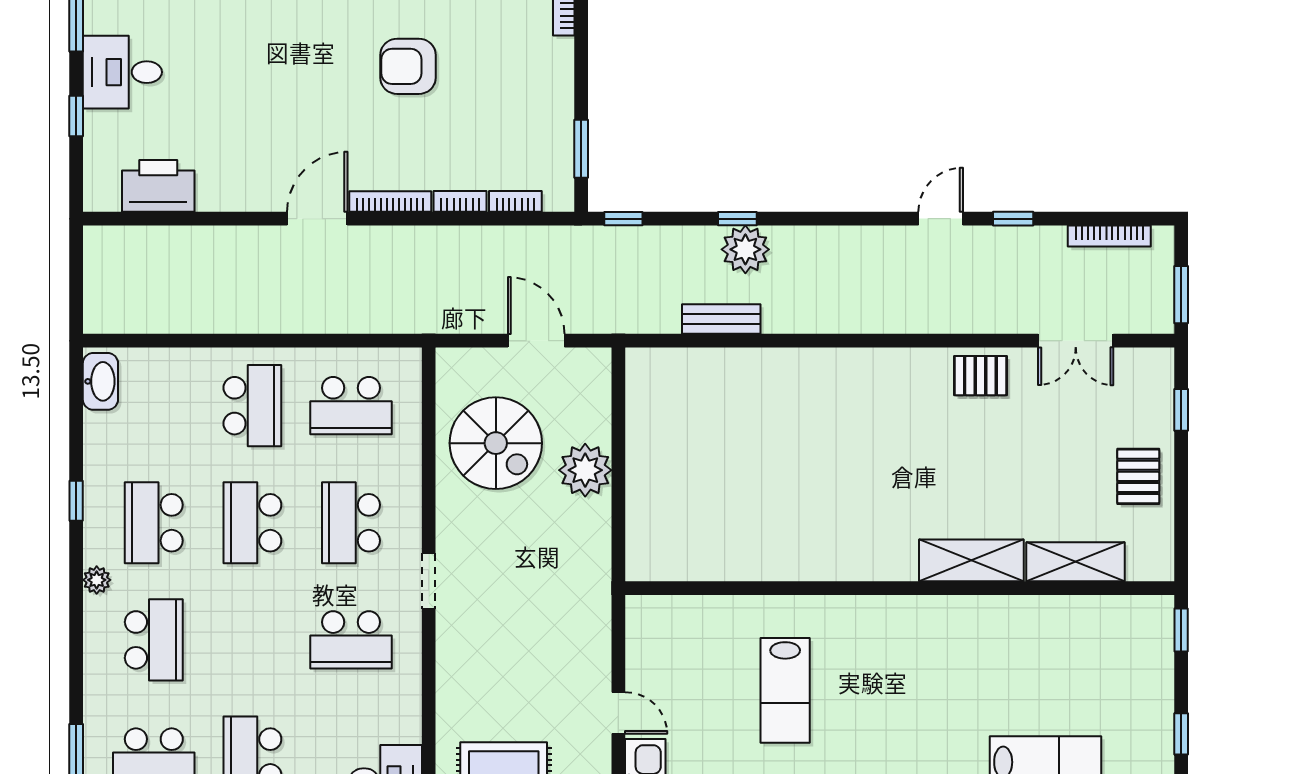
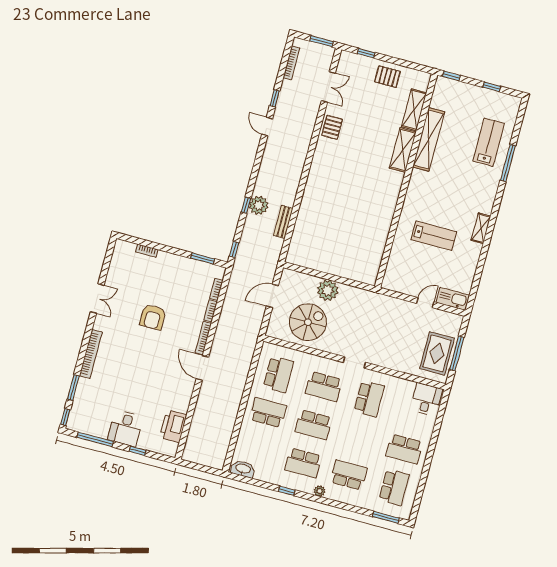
shelving: (1014, 616) -> (429, 139), added

